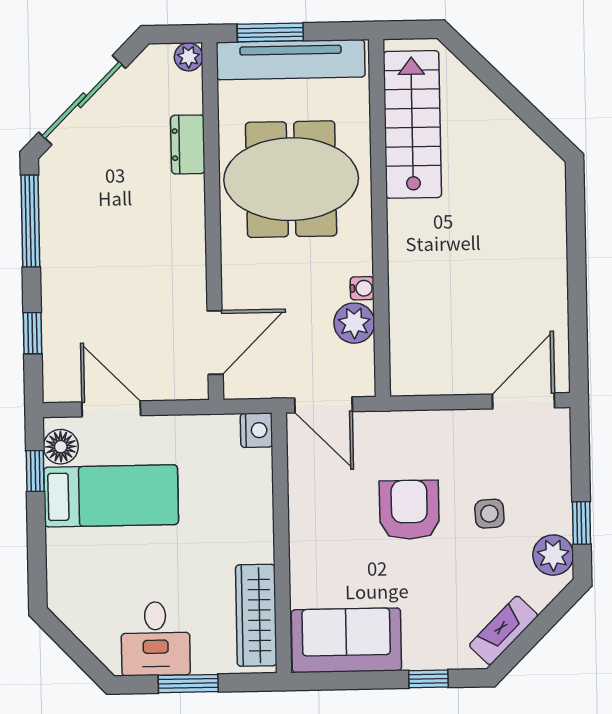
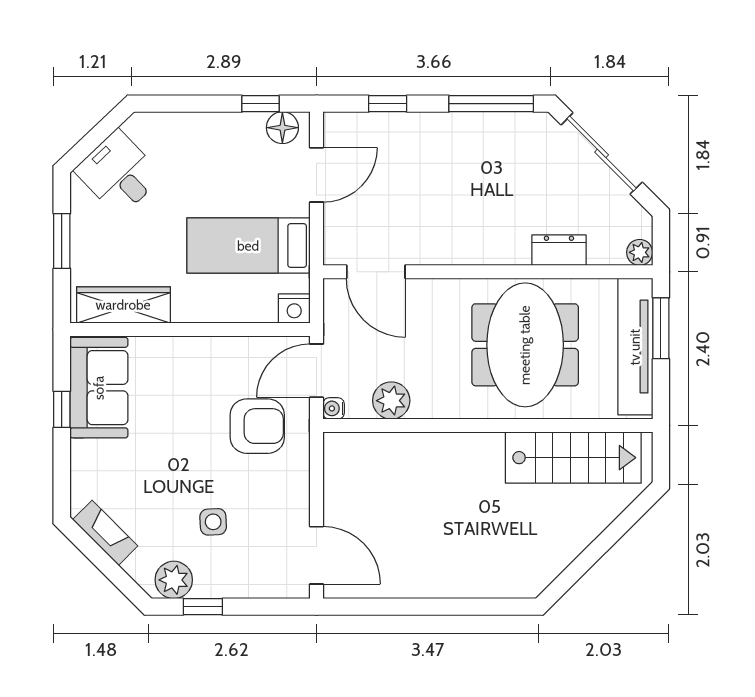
water cooler: (362, 288) -> (334, 408), moved, turned 90
bed: (111, 496) -> (248, 246), moved, turned 90
armchair: (409, 510) -> (257, 426), moved
desk: (155, 639) -> (119, 173), moved, turned 46
window: (428, 679) -> (62, 409), moved

